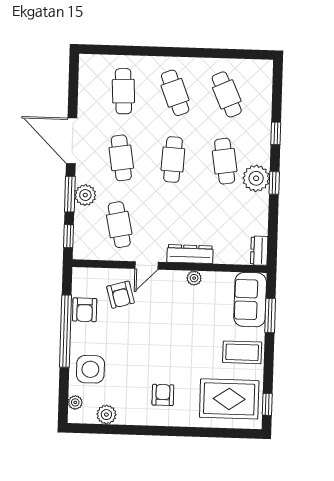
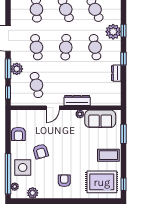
plant: (256, 178) -> (113, 32), moved
dresser: (259, 251) -> (116, 73), moved
armchair: (121, 295) -> (41, 151), moved
sofa: (250, 300) -> (100, 119), moved, turned -90
window: (66, 331) -> (8, 174), moved

